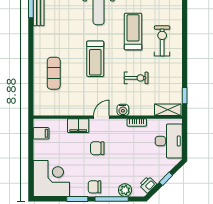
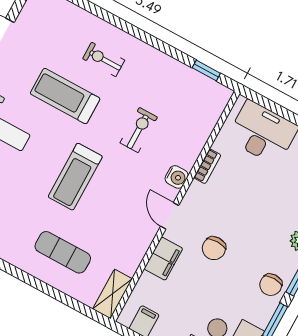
exercise bike: (162, 41) -> (104, 59), width x0.73, depth x0.72
treadmill: (95, 59) -> (75, 177), turned 90
shelving: (168, 110) -> (112, 294), moved

